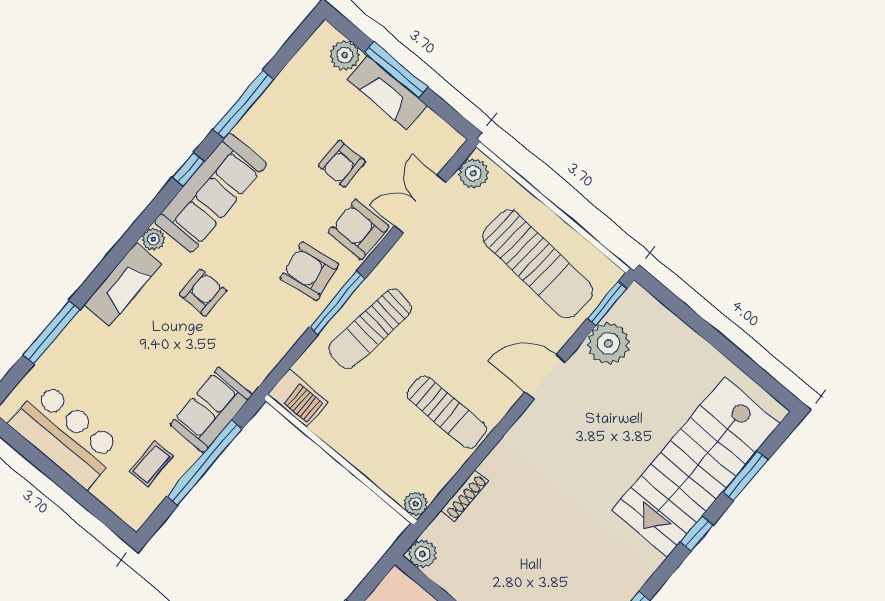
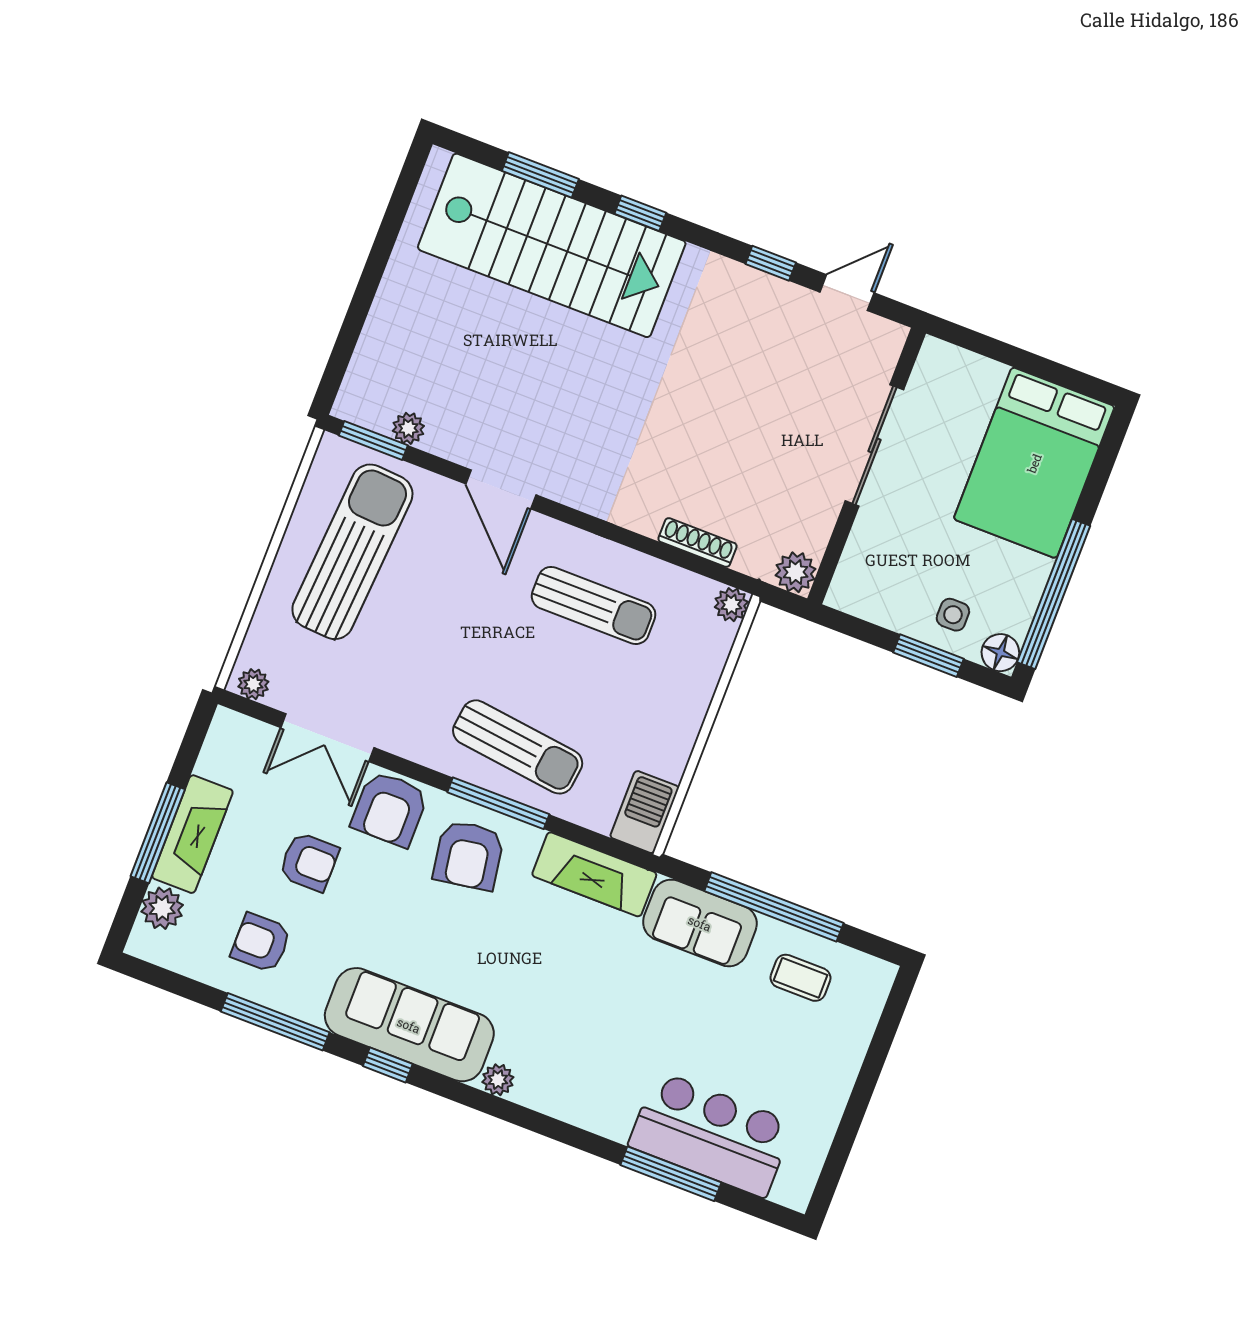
plant: (473, 173) -> (253, 684), width x0.73, depth x0.73
fireplace: (123, 284) -> (594, 874), moved, turned 180
armchair: (203, 293) -> (261, 943), moved
plant: (608, 343) -> (408, 428), width x0.53, depth x0.53
sun lounger: (447, 412) -> (594, 605), turned 90
bar counter: (66, 435) -> (711, 1134), moved, turned 90

